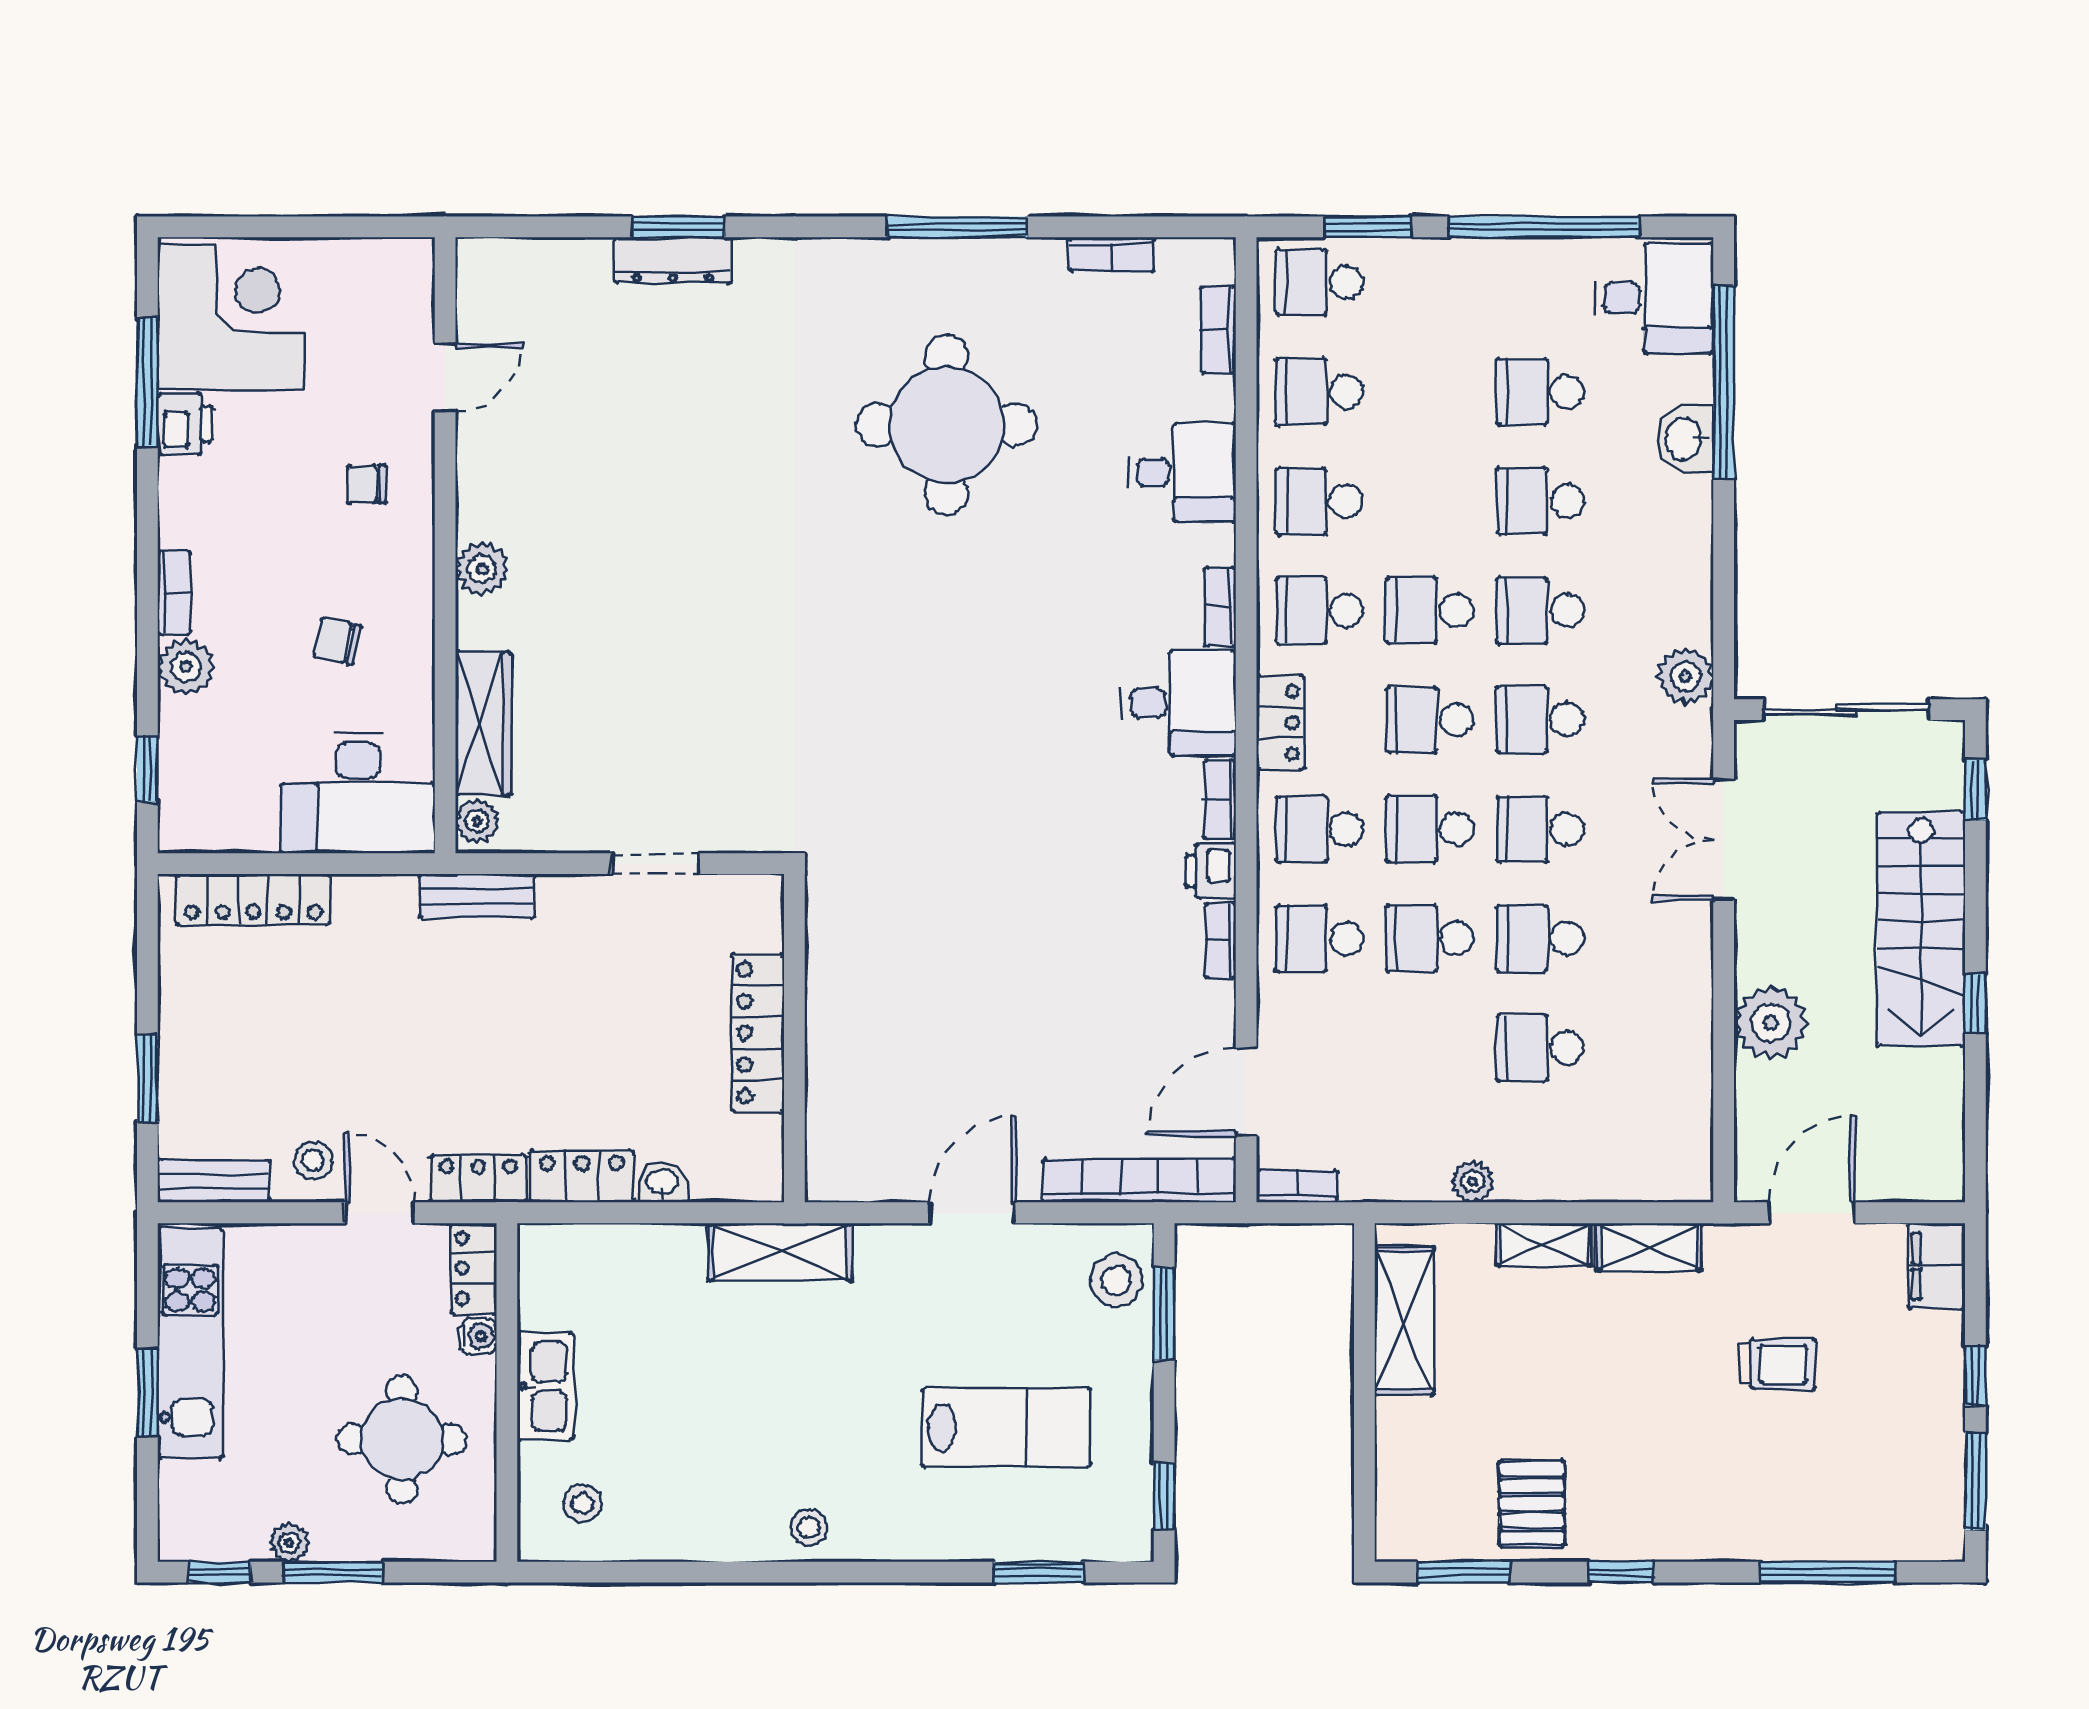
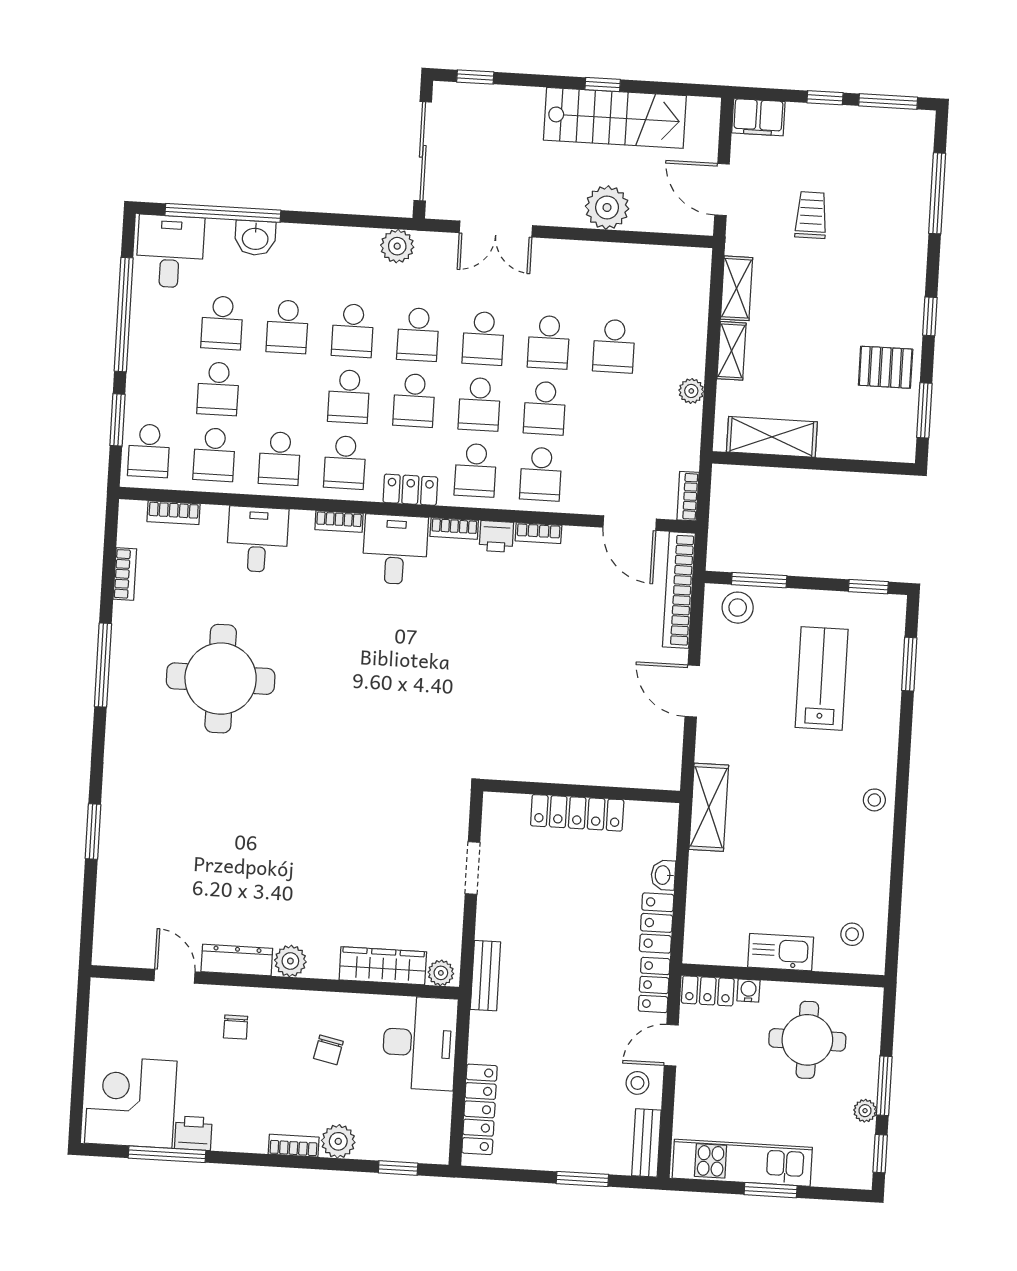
dresser: (673, 260) -> (237, 960), moved, turned -90
school desk: (1430, 392) -> (218, 389), added
stairs: (1921, 929) -> (615, 118), moved

